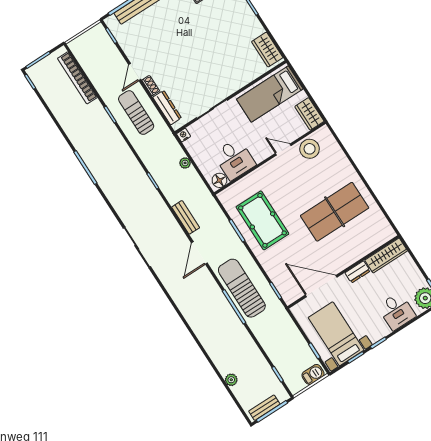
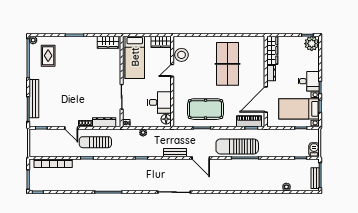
piano: (282, 283) -> (249, 121), added
desk: (397, 311) -> (309, 81), moved
barbecue: (313, 374) -> (314, 150), moved

